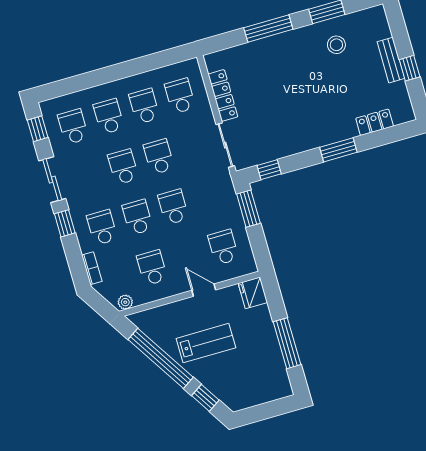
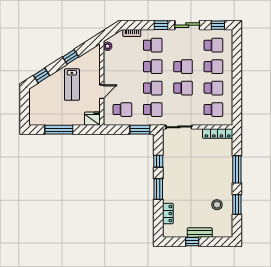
locker: (223, 95) -> (218, 133), moved
window: (269, 170) -> (158, 161), moved
school desk: (152, 268) -> (153, 110), moved
window: (161, 358) -> (71, 57), width x0.32

